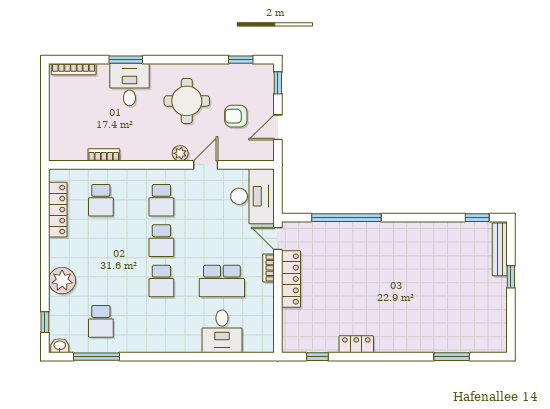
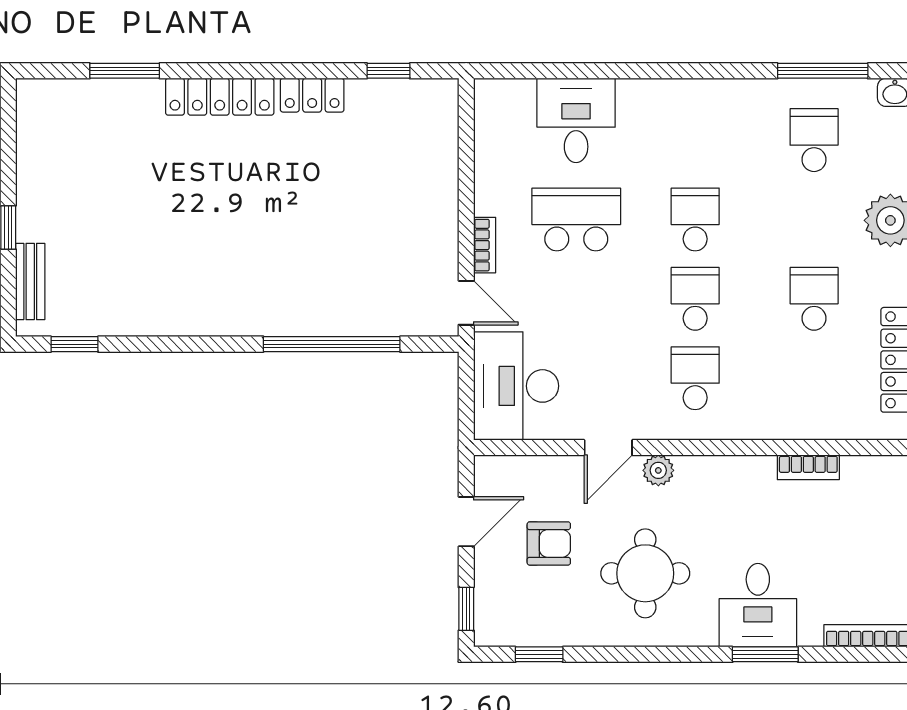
school desk: (101, 200) -> (814, 299), moved
bench: (500, 249) -> (30, 282), width x0.73
locker: (291, 279) -> (220, 97), moved, turned -90

